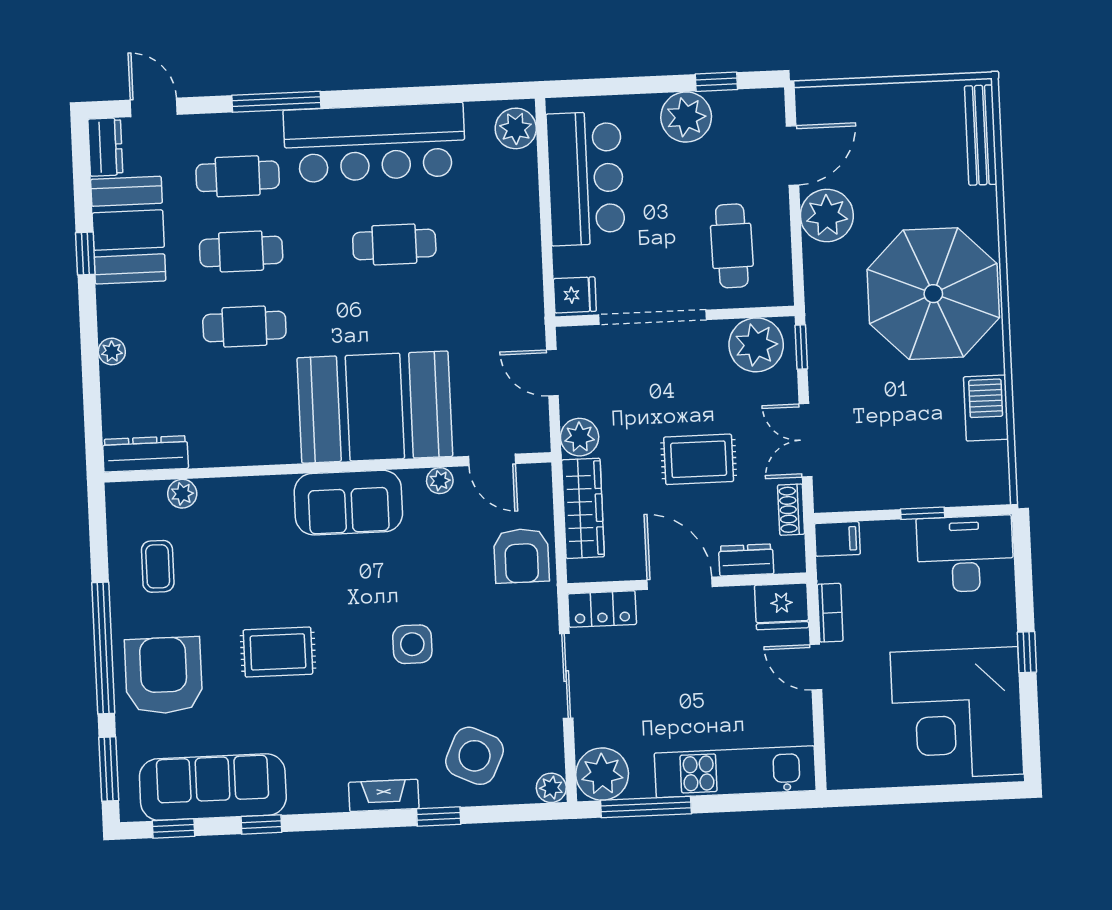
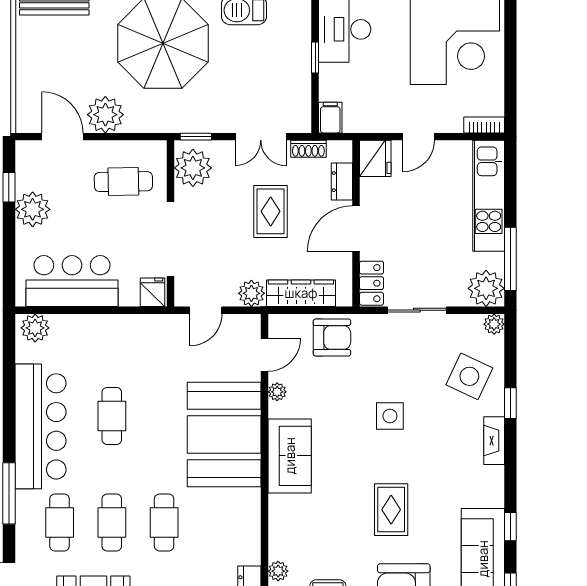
bookcase: (830, 613) -> (484, 125), moved

